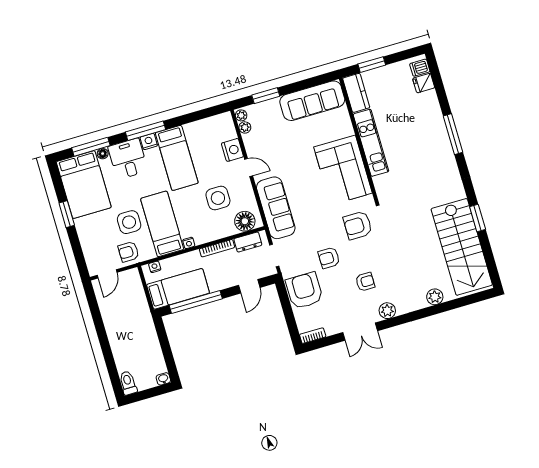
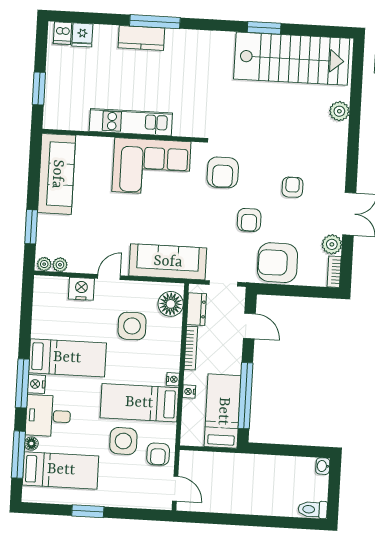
kitchen counter: (356, 93) -> (141, 38), moved, turned 180
bed: (84, 185) -> (61, 470), width x0.67
nightstand: (155, 267) -> (189, 392), moved
plant: (387, 311) -> (332, 244), moved

